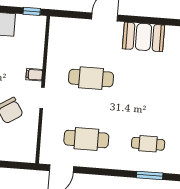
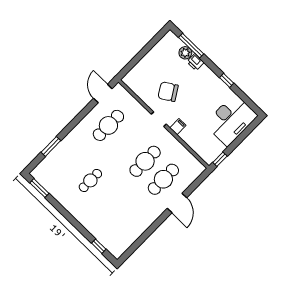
booth: (143, 37) -> (143, 217), removed
cafe table: (93, 48) -> (163, 179), added
cafe table: (148, 144) -> (90, 180), moved

